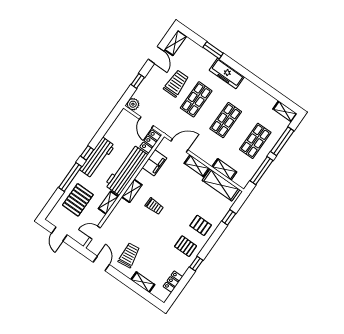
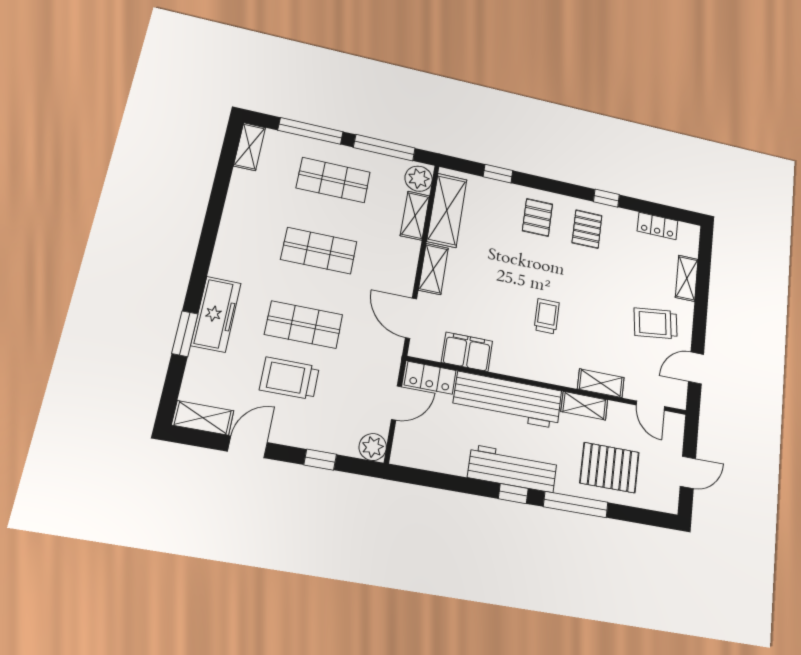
freezer: (227, 73) -> (216, 314), moved
plant: (241, 179) -> (419, 179), added
shelving: (132, 191) -> (601, 383), moved

